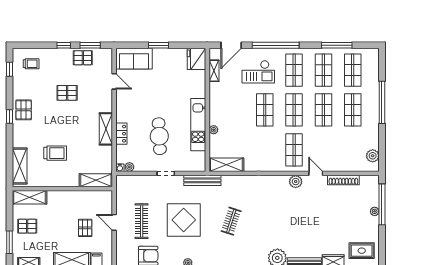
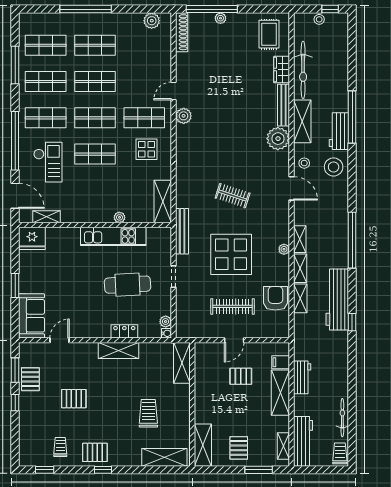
trolley: (31, 64) -> (60, 447), moved
pallet: (67, 93) -> (74, 399), turned 90
display table: (269, 152) -> (147, 149), added
shoe rack: (343, 180) -> (182, 32), moved

